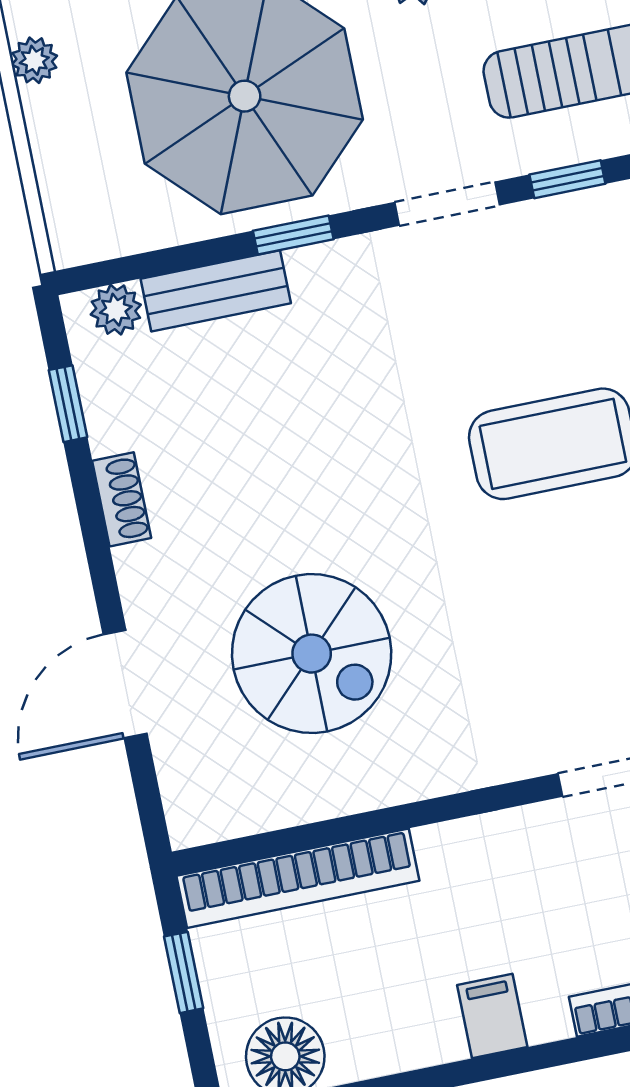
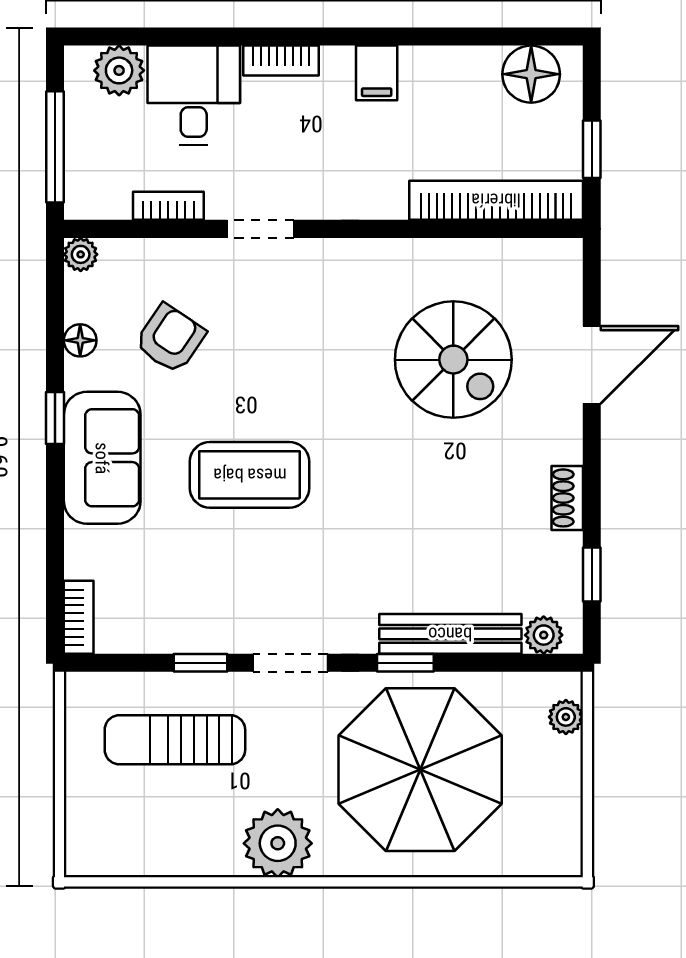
plant: (34, 60) -> (566, 717), moved
bench: (216, 291) -> (450, 634), width x1.36
spiral stairs: (312, 654) -> (453, 360), turned 180

